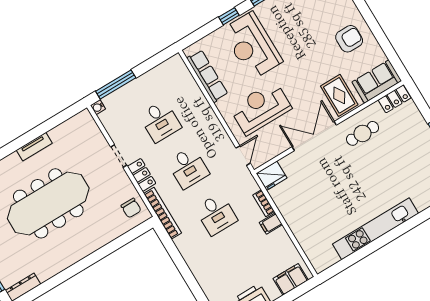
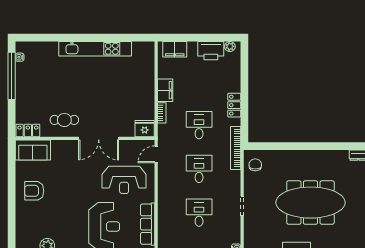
rug: (339, 95) -> (65, 156), removed
locker: (142, 175) -> (234, 105), moved
filing cabinet: (271, 224) -> (165, 90), width x2.00

